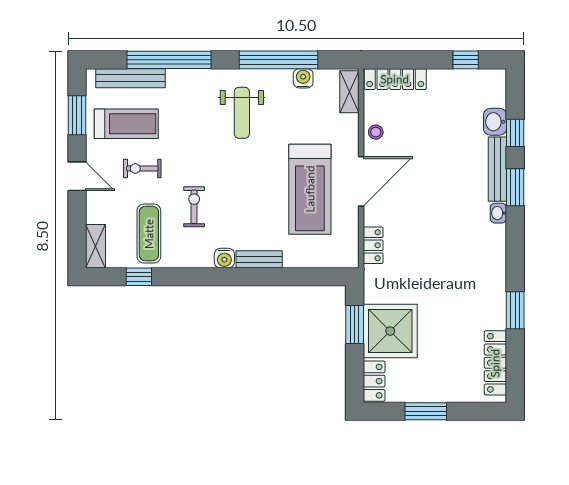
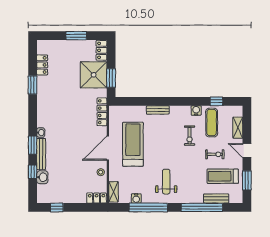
bench: (130, 78) -> (216, 198), width x0.73
locker: (395, 79) -> (97, 198), width x0.66
locker: (373, 245) -> (102, 112), width x1.53
shelving: (95, 246) -> (238, 128), moved
water cooler: (224, 258) -> (196, 110), moved
locker: (495, 363) -> (42, 65), width x0.66

